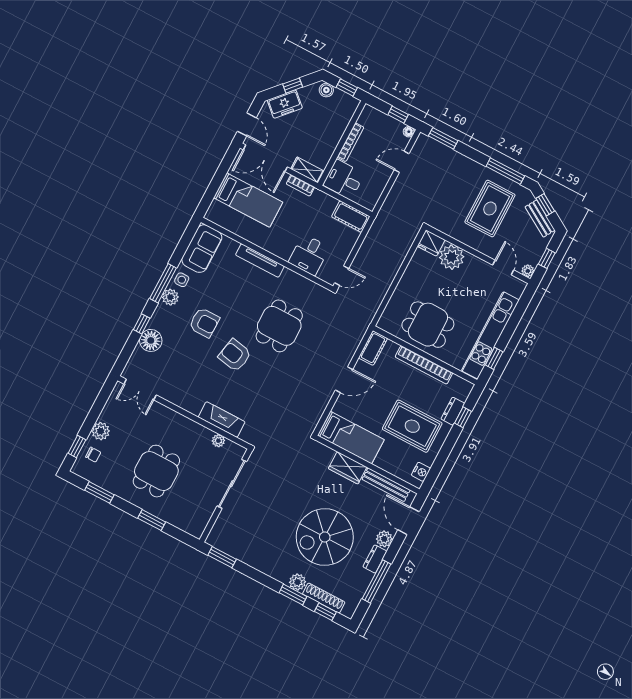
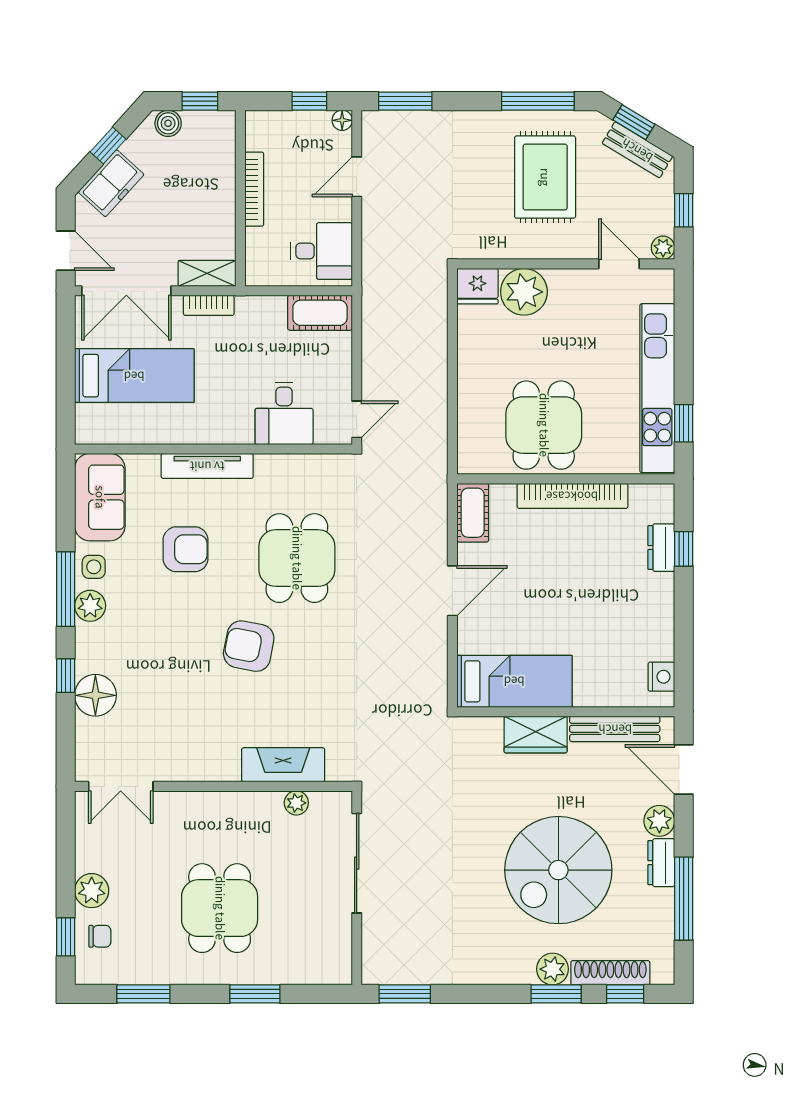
desk: (344, 179) -> (322, 251), moved, turned 180
armchair: (204, 323) -> (186, 549), moved
dining table: (428, 325) -> (544, 425), turned 90
rug: (412, 426) -> (607, 608), removed

